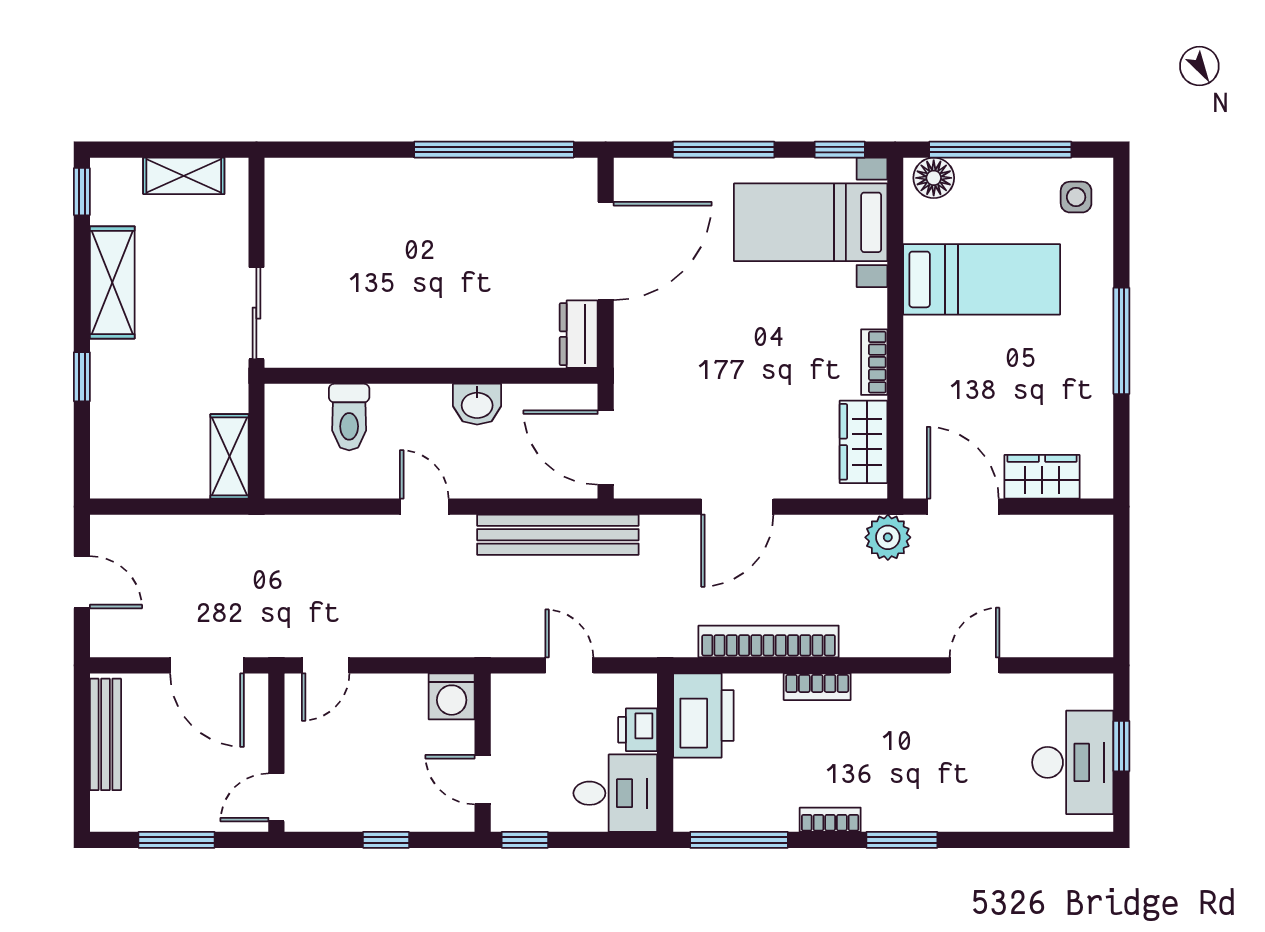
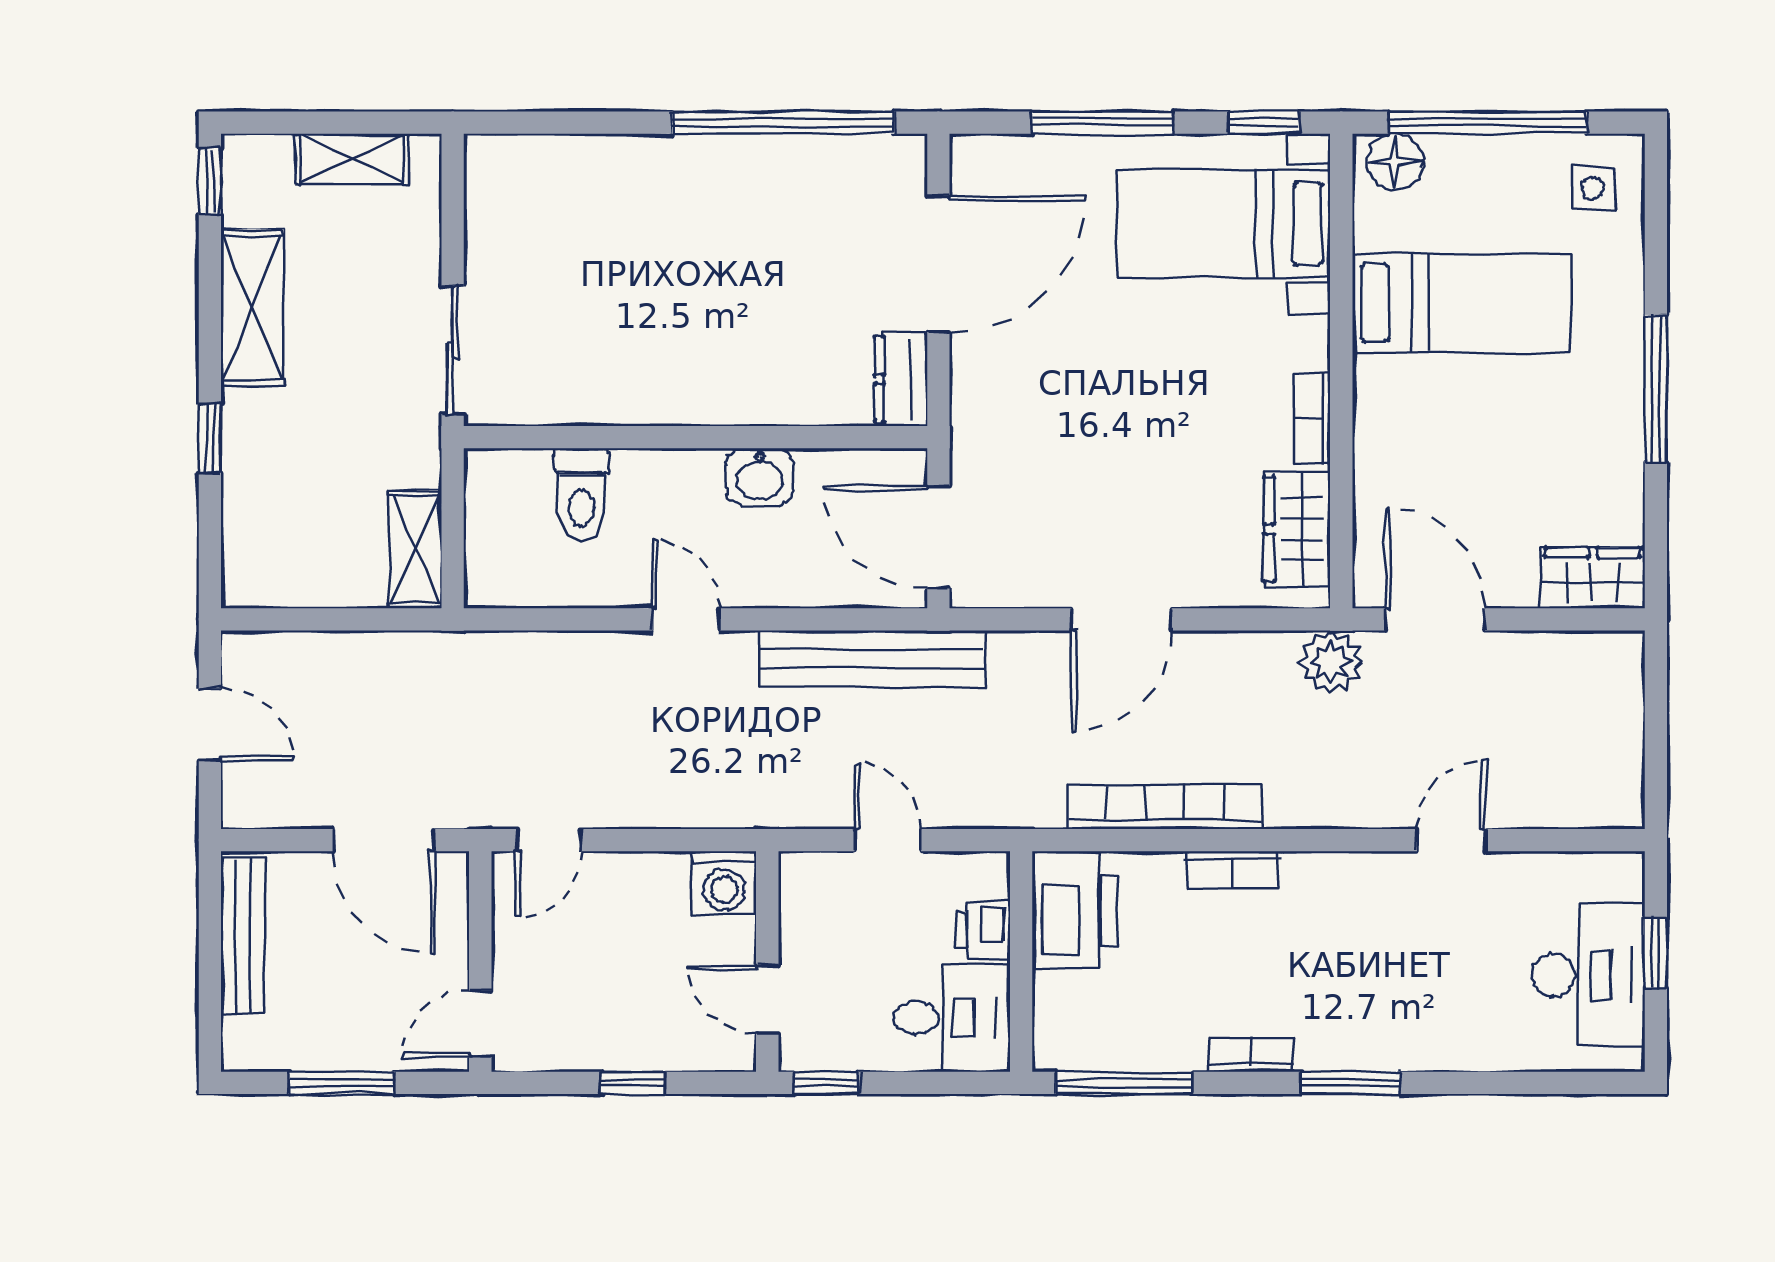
wardrobe: (1042, 477) -> (1592, 578), moved

